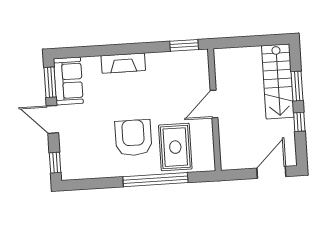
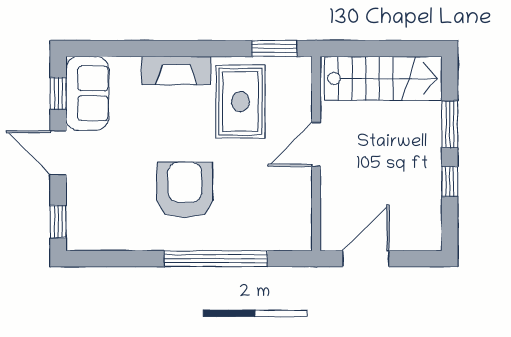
stairs: (278, 81) -> (383, 78), moved, turned -90
window: (50, 82) -> (58, 94), width x0.67
rug: (175, 147) -> (240, 102), moved
door: (271, 172) -> (366, 259), moved

